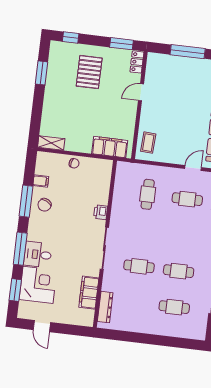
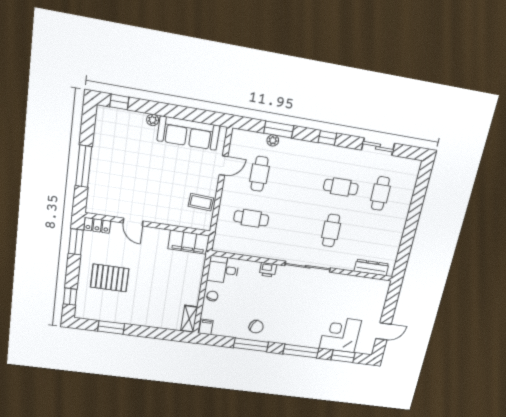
coffee table: (148, 143) -> (201, 202), moved
filing cabinet: (110, 147) -> (189, 242), moved, turned -90
door: (193, 168) -> (223, 166), swing flipped
filing cabinet: (41, 181) -> (206, 327), moved
desk: (38, 255) -> (223, 270), moved, turned 90
cafe table: (179, 271) -> (341, 187), turned 90
filing cabinet: (89, 293) -> (354, 284), removed

